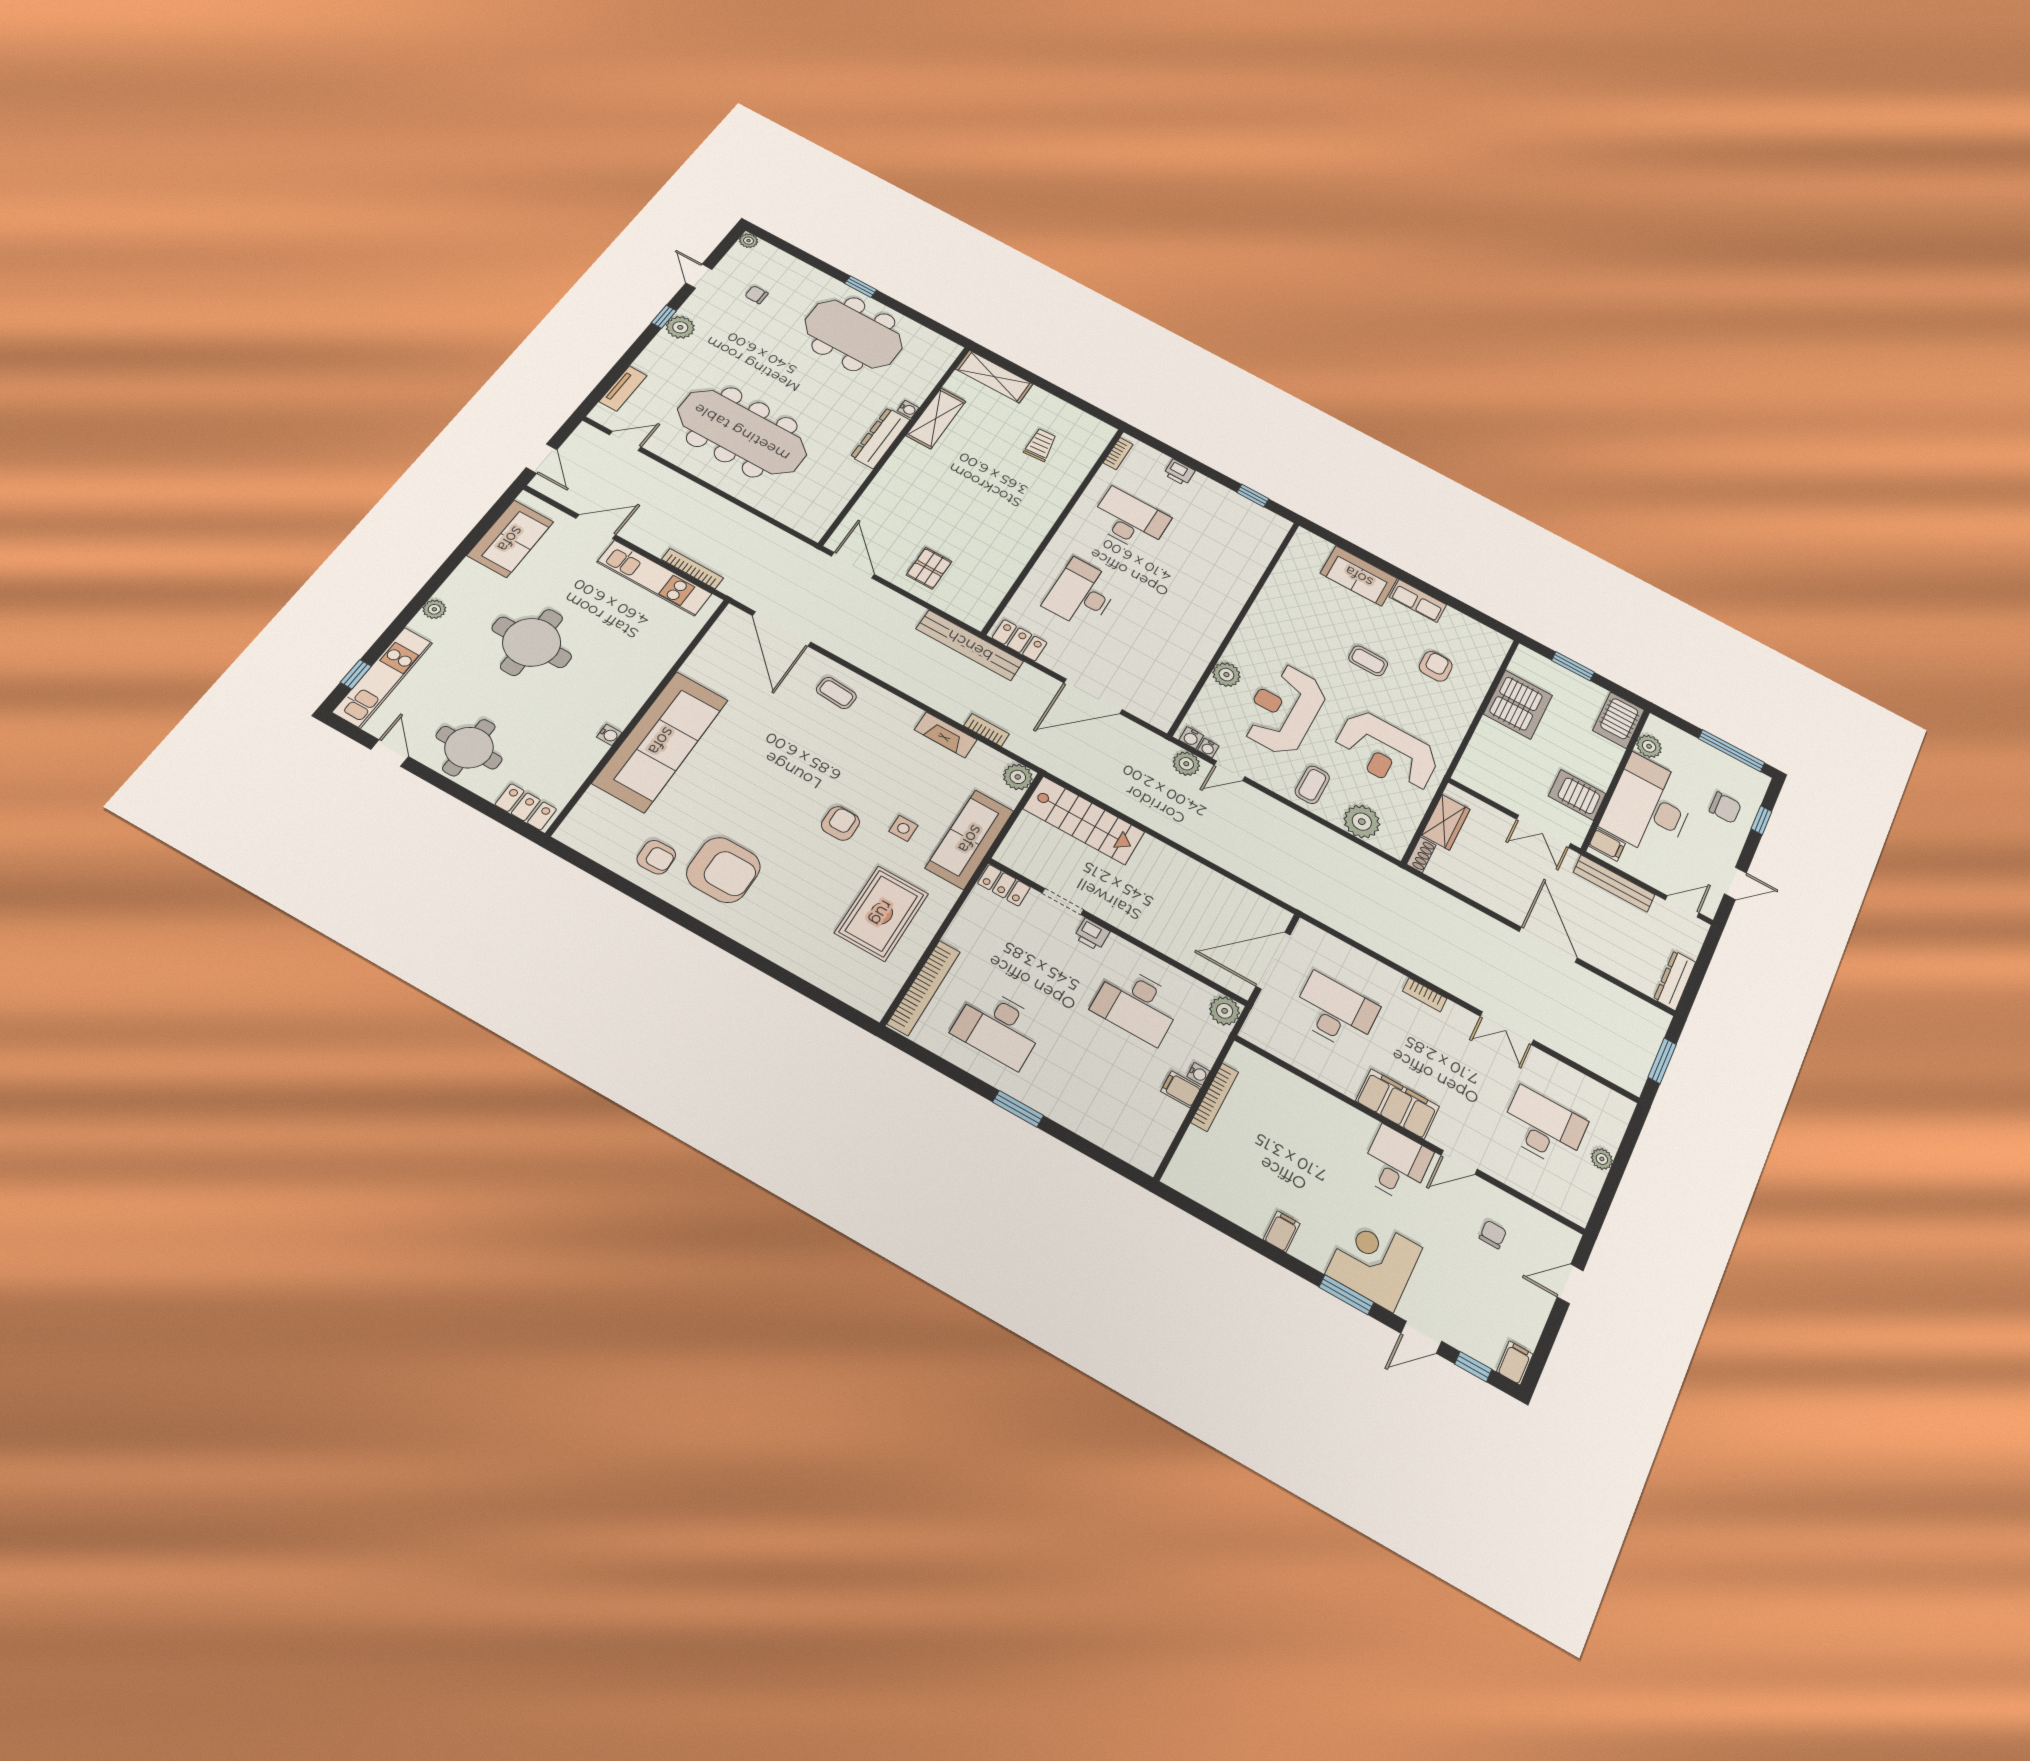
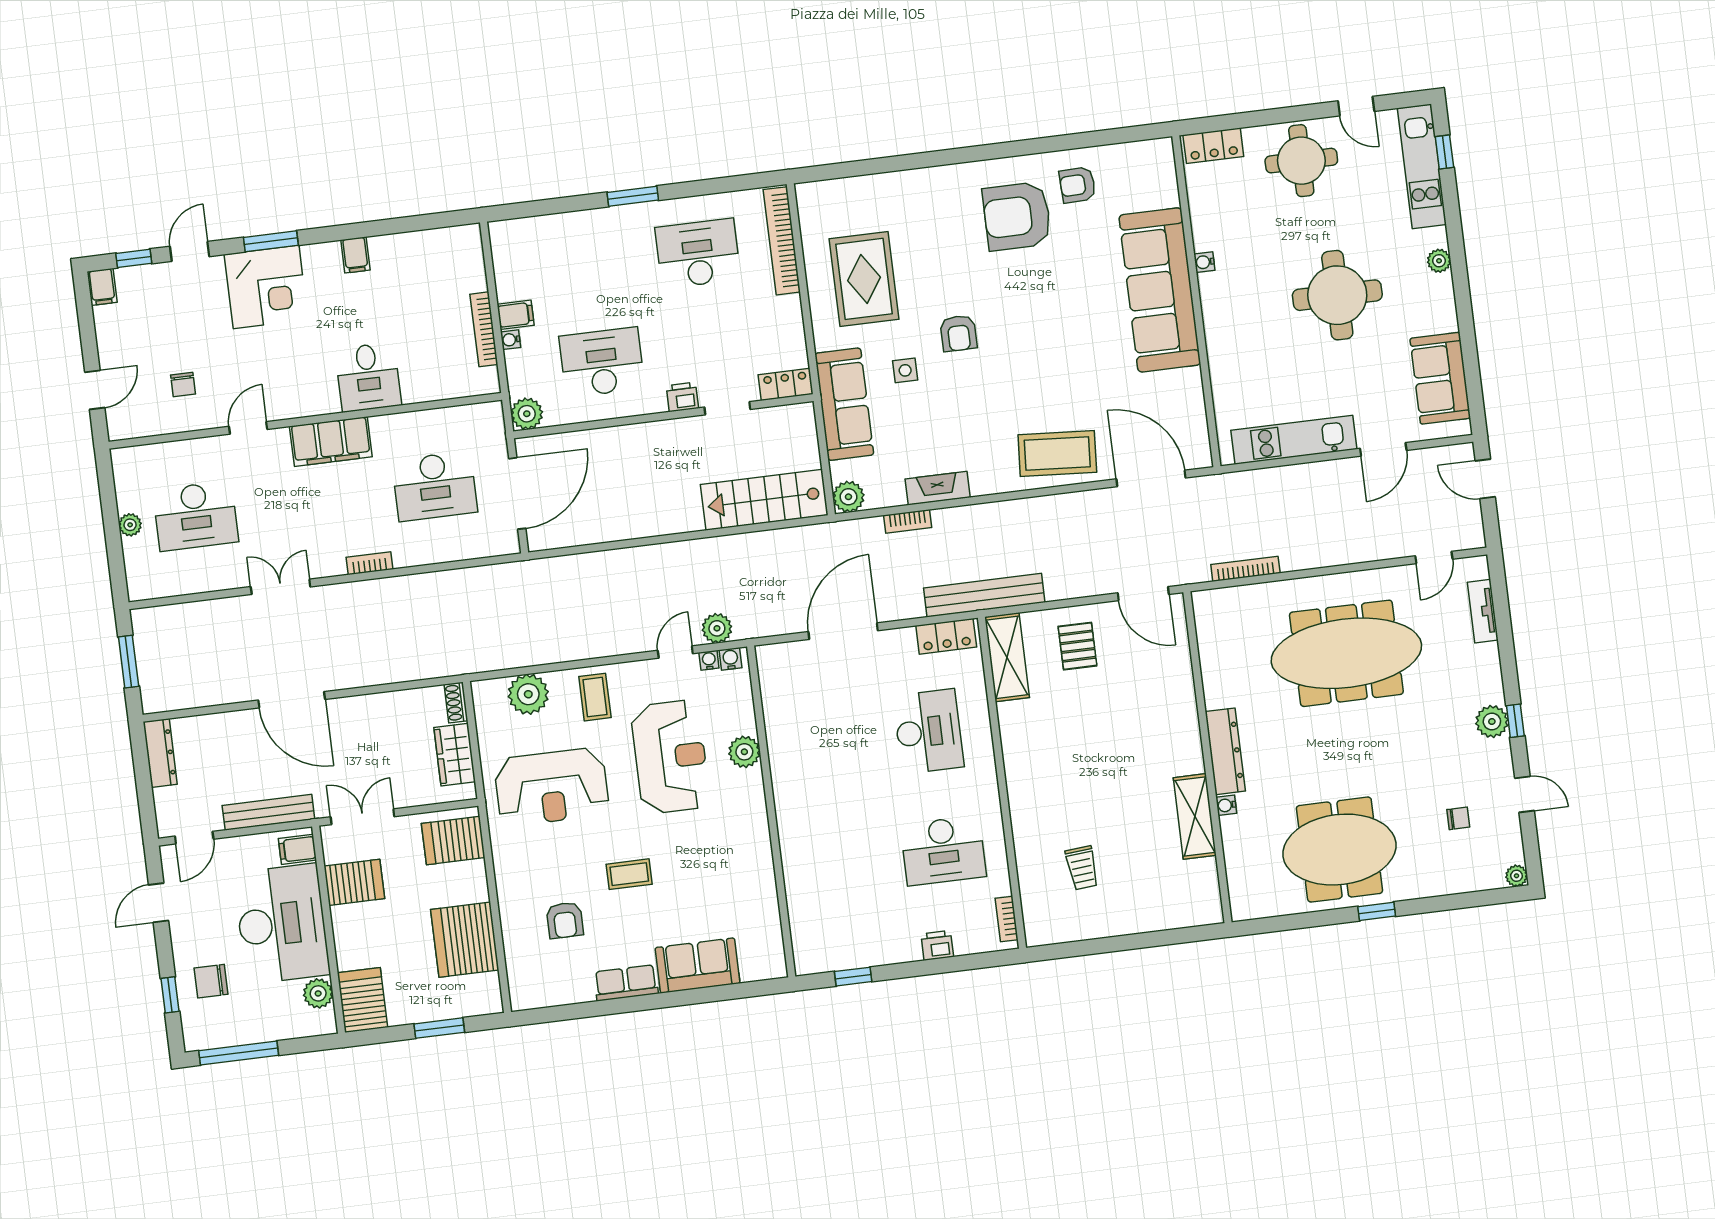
shelving: (994, 377) -> (1007, 657), moved, turned 90
bookcase: (692, 569) -> (1245, 569), moved, turned 180
coffee table: (836, 693) -> (1057, 453), width x1.86, depth x1.72
reception desk: (1387, 752) -> (552, 787), turned 180
server rack: (1485, 770) -> (453, 841), added
desk: (1396, 1164) -> (368, 377), moved

